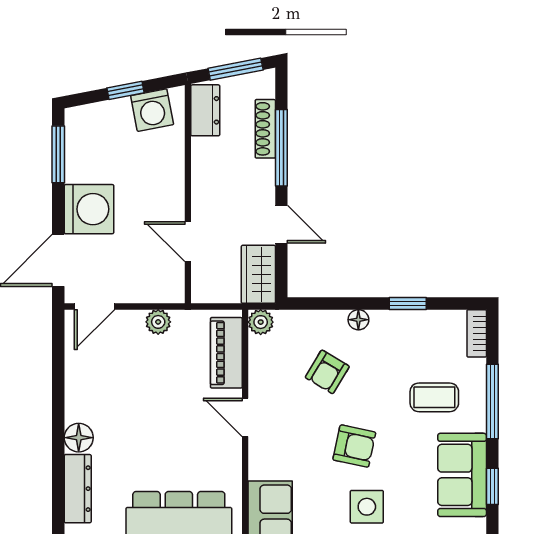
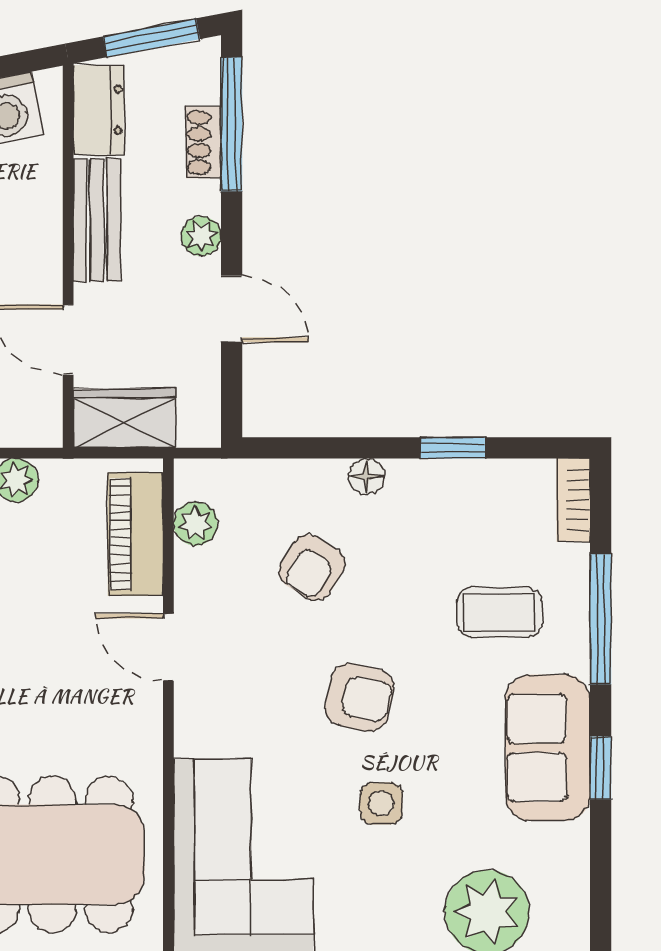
shoe rack: (265, 129) -> (204, 142), width x0.70
window: (281, 148) -> (232, 124), moved
bench: (204, 173) -> (97, 220), added
plant: (264, 182) -> (201, 236), added
wardrobe: (258, 274) -> (124, 418), moved, turned 90
plant: (261, 322) -> (195, 524), moved
side table: (367, 507) -> (381, 803), width x0.73, depth x0.73

